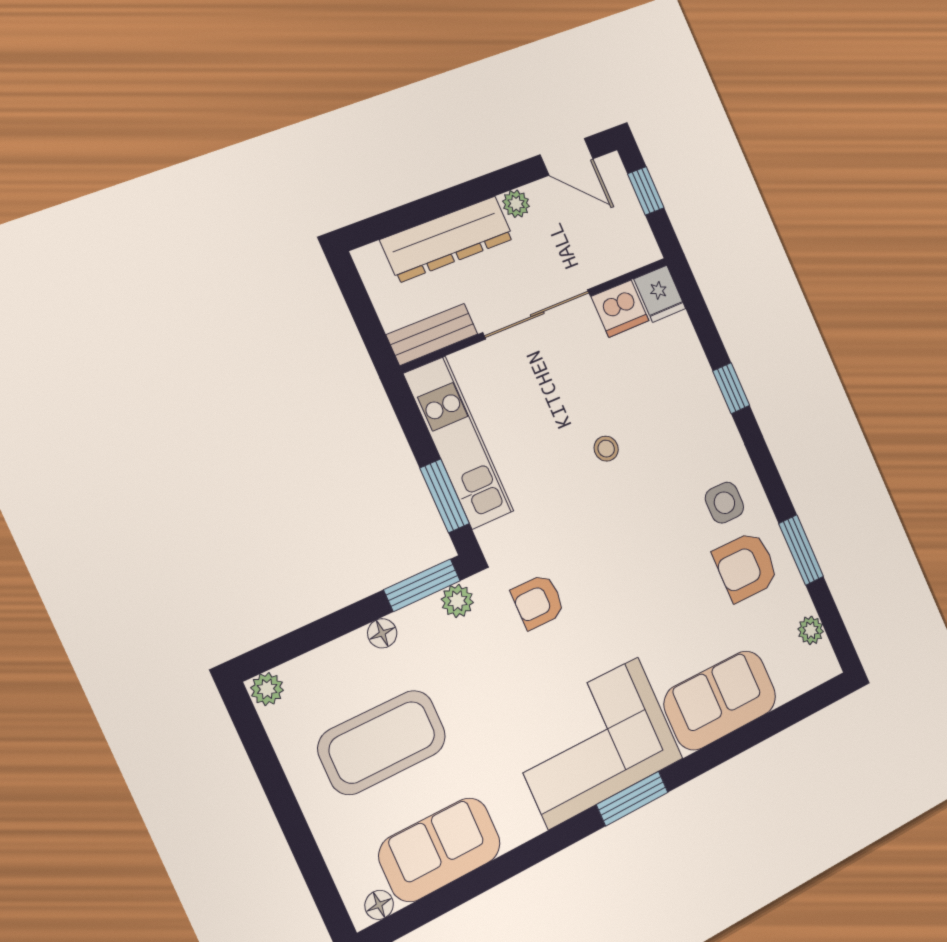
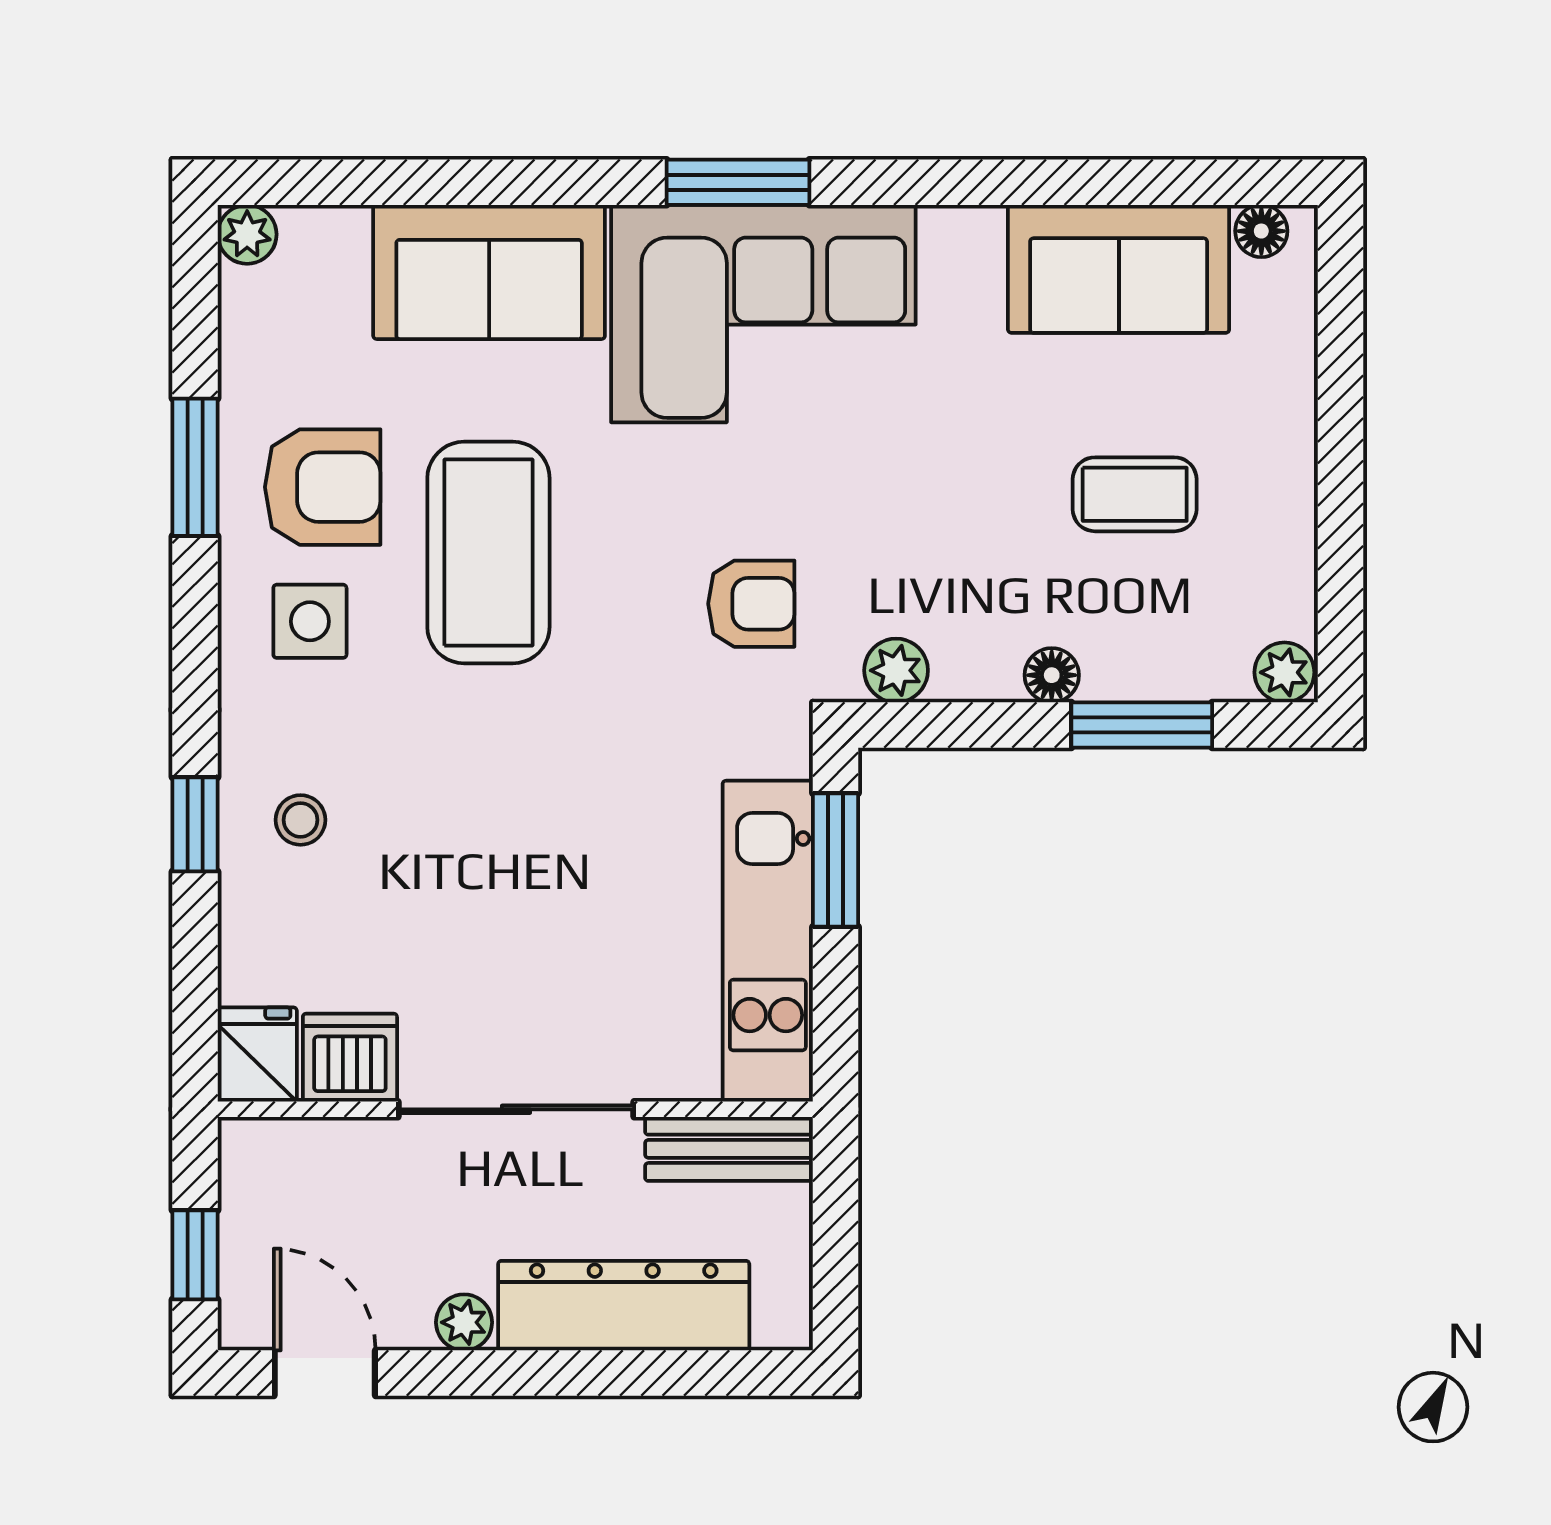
stool: (606, 449) -> (300, 820), moved
coffee table: (664, 570) -> (488, 553), added
window: (422, 585) -> (1142, 725), moved
plant: (811, 630) -> (247, 234), moved
coffee table: (382, 742) -> (1135, 494), width x0.54, depth x0.58

